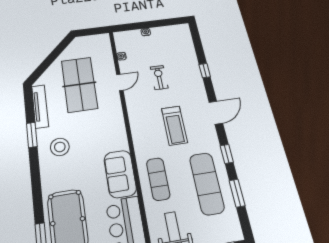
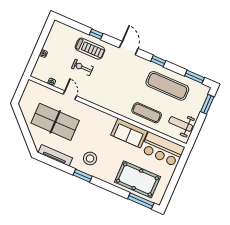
treadmill: (174, 125) -> (90, 49), moved
window: (32, 135) -> (83, 176), moved
window: (237, 193) -> (195, 77), moved

